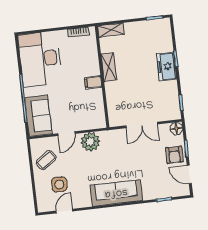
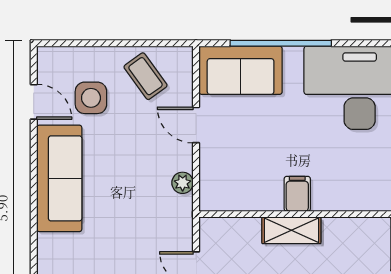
shelving: (109, 67) -> (291, 230), moved
plant: (90, 142) -> (183, 183), width x0.53, depth x0.53
sofa: (116, 193) -> (59, 178), moved

